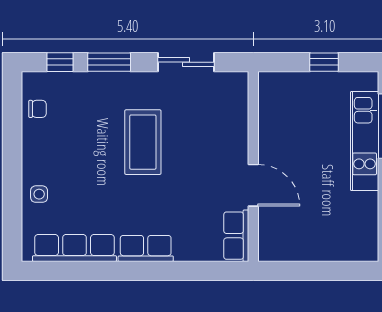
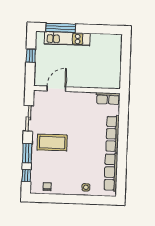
coffee table: (143, 142) -> (52, 143), moved
door: (253, 185) -> (56, 89), moved
row of seats: (146, 248) -> (113, 134), width x1.48

